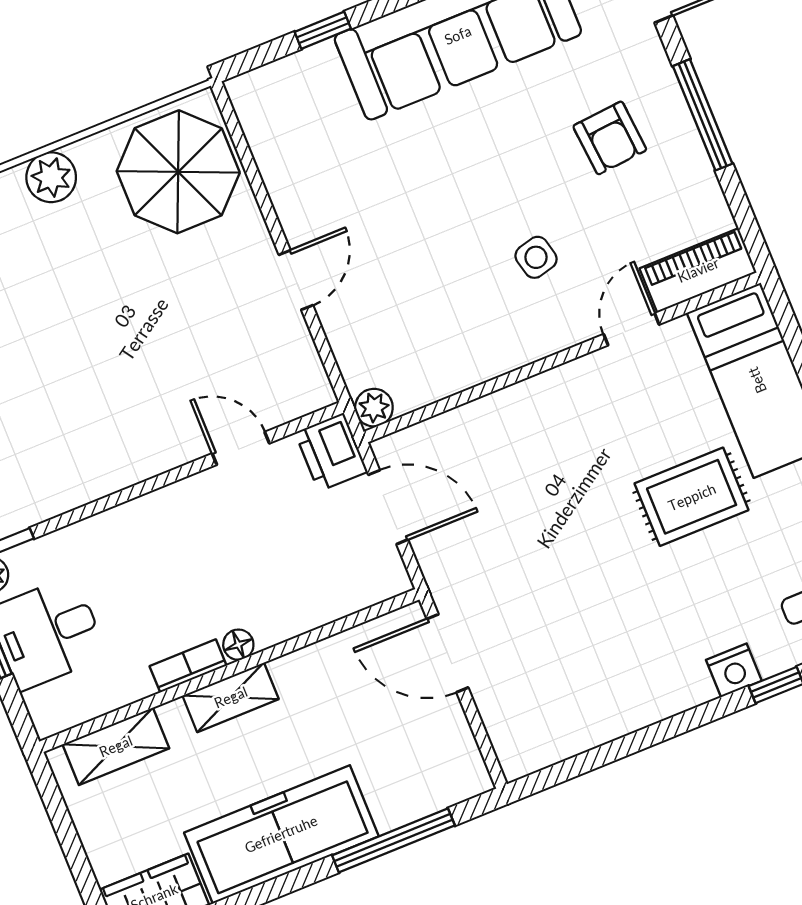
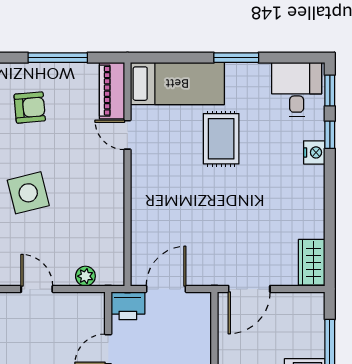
window: (703, 115) -> (58, 58), moved
side table: (536, 257) -> (28, 193), moved, width x1.87, depth x1.87
plant: (374, 408) -> (85, 276), moved
wardrobe: (539, 744) -> (312, 262), added

